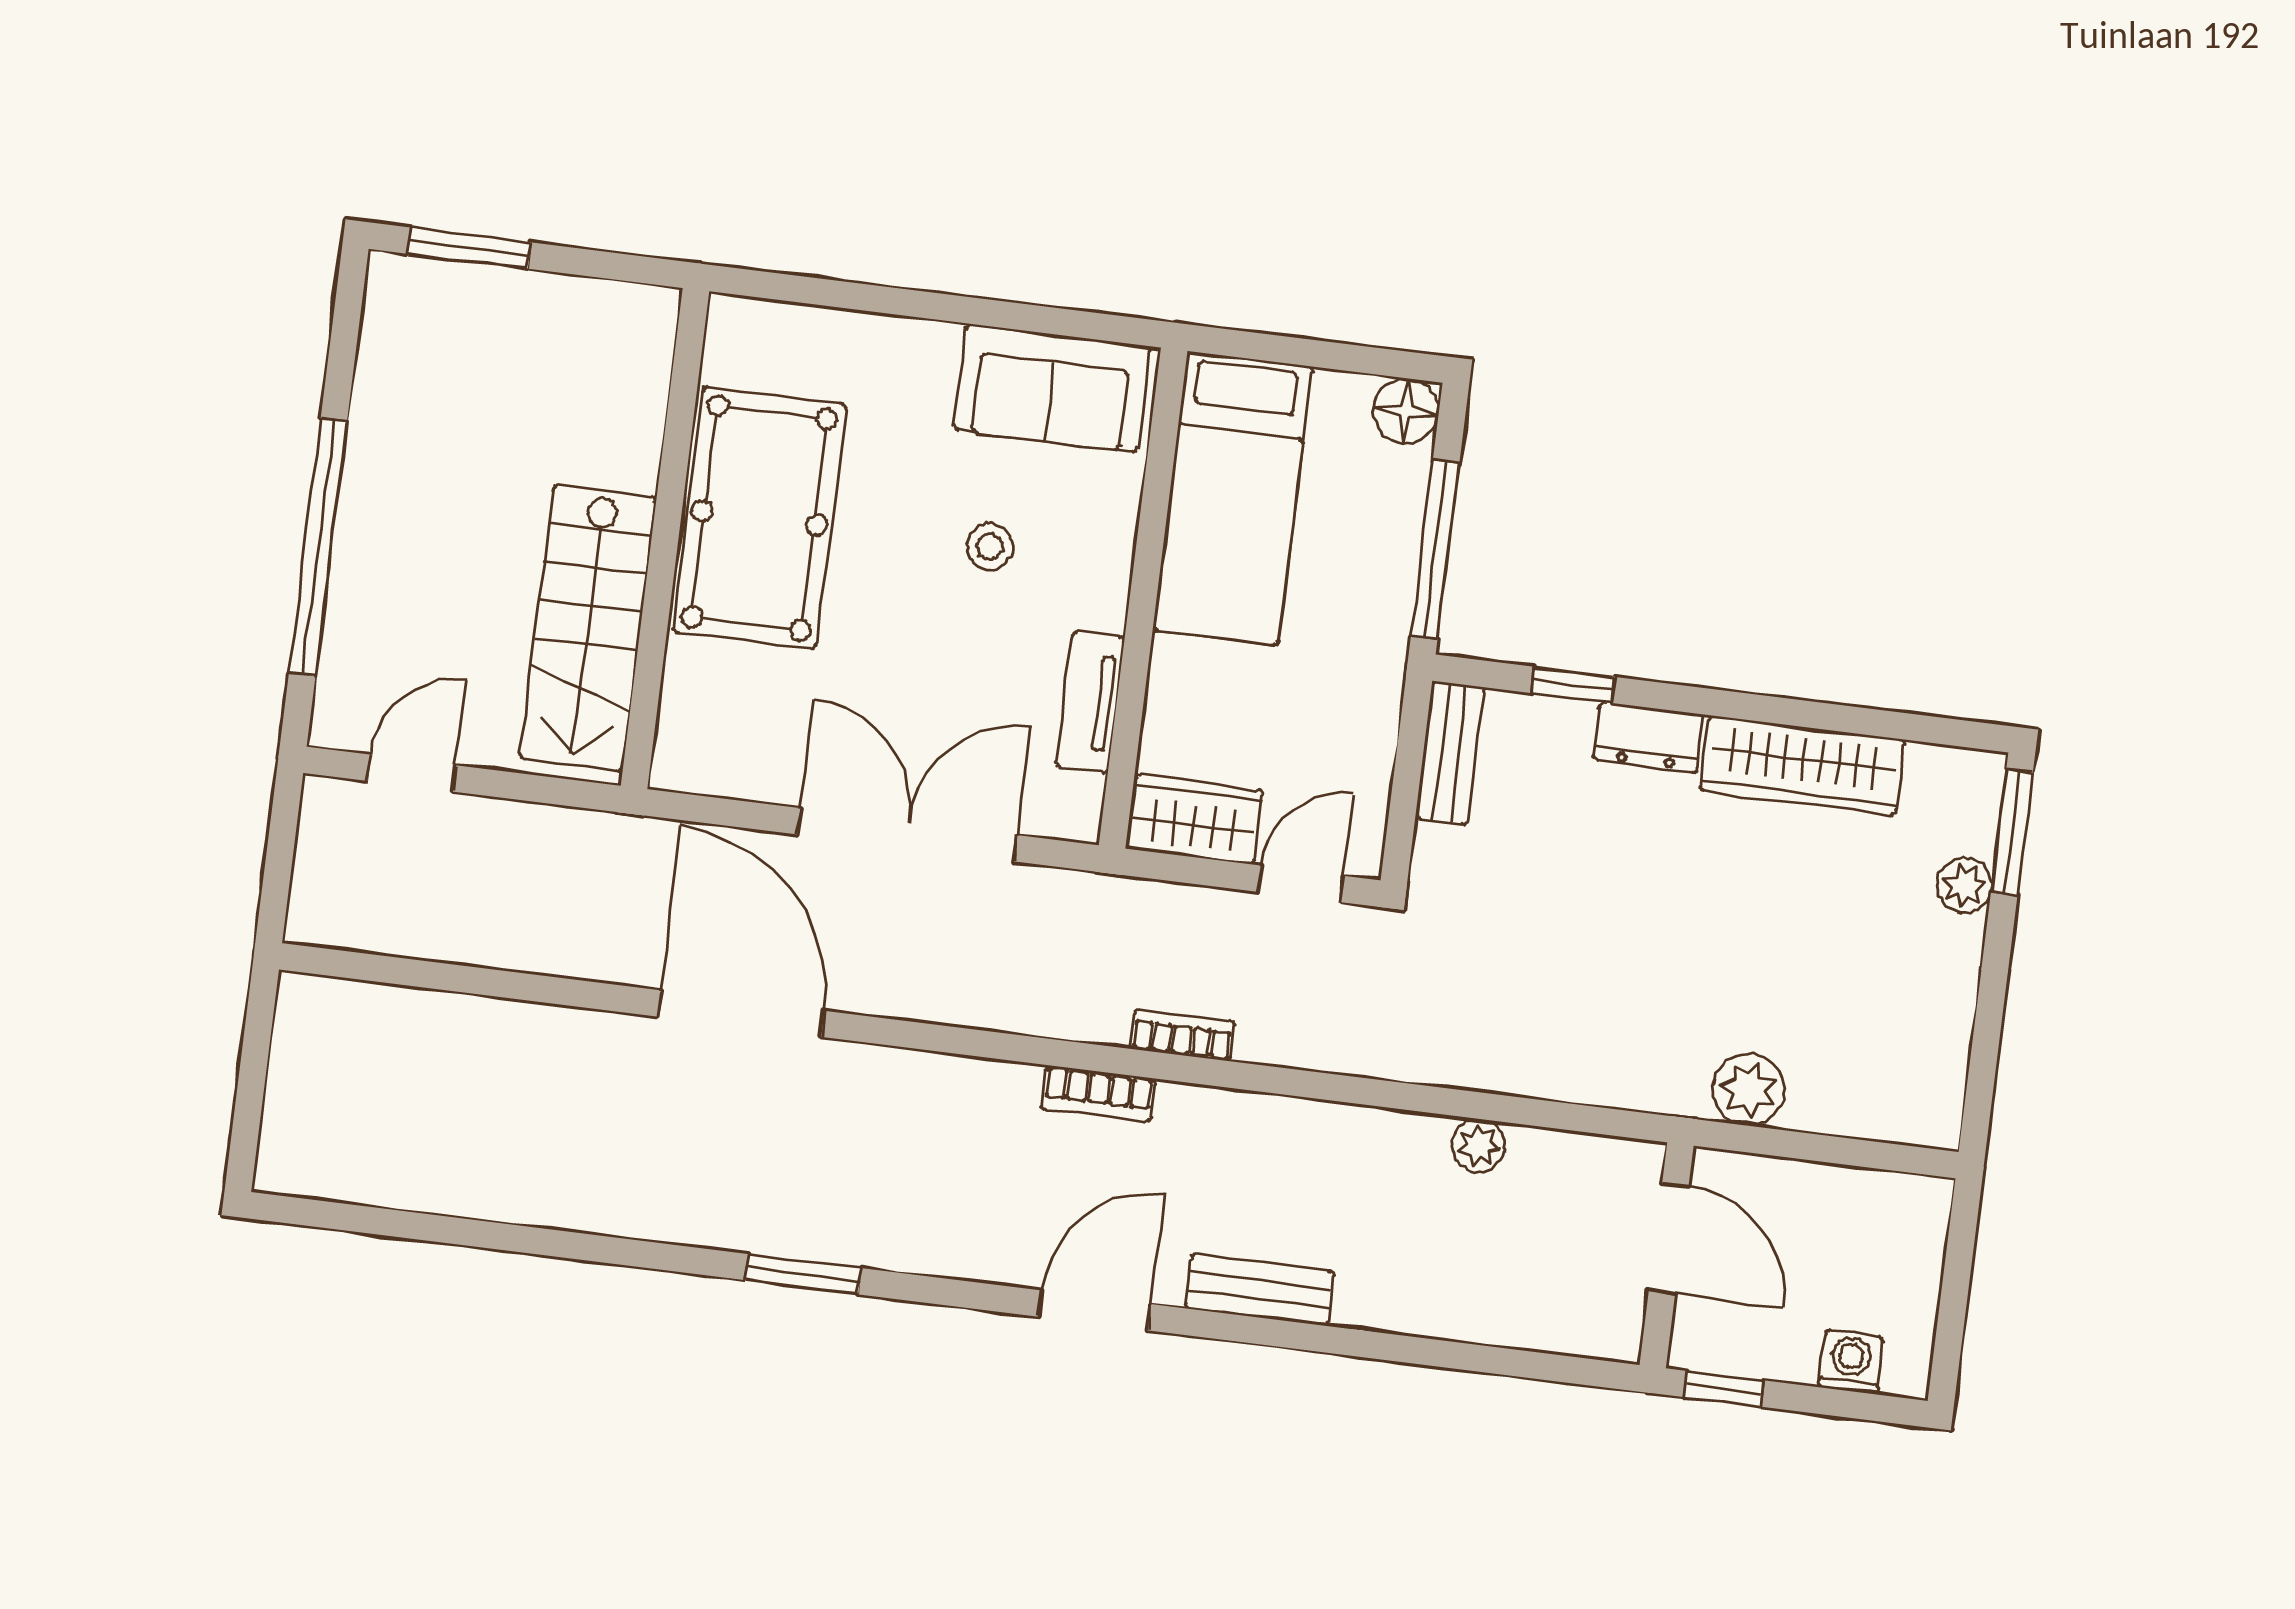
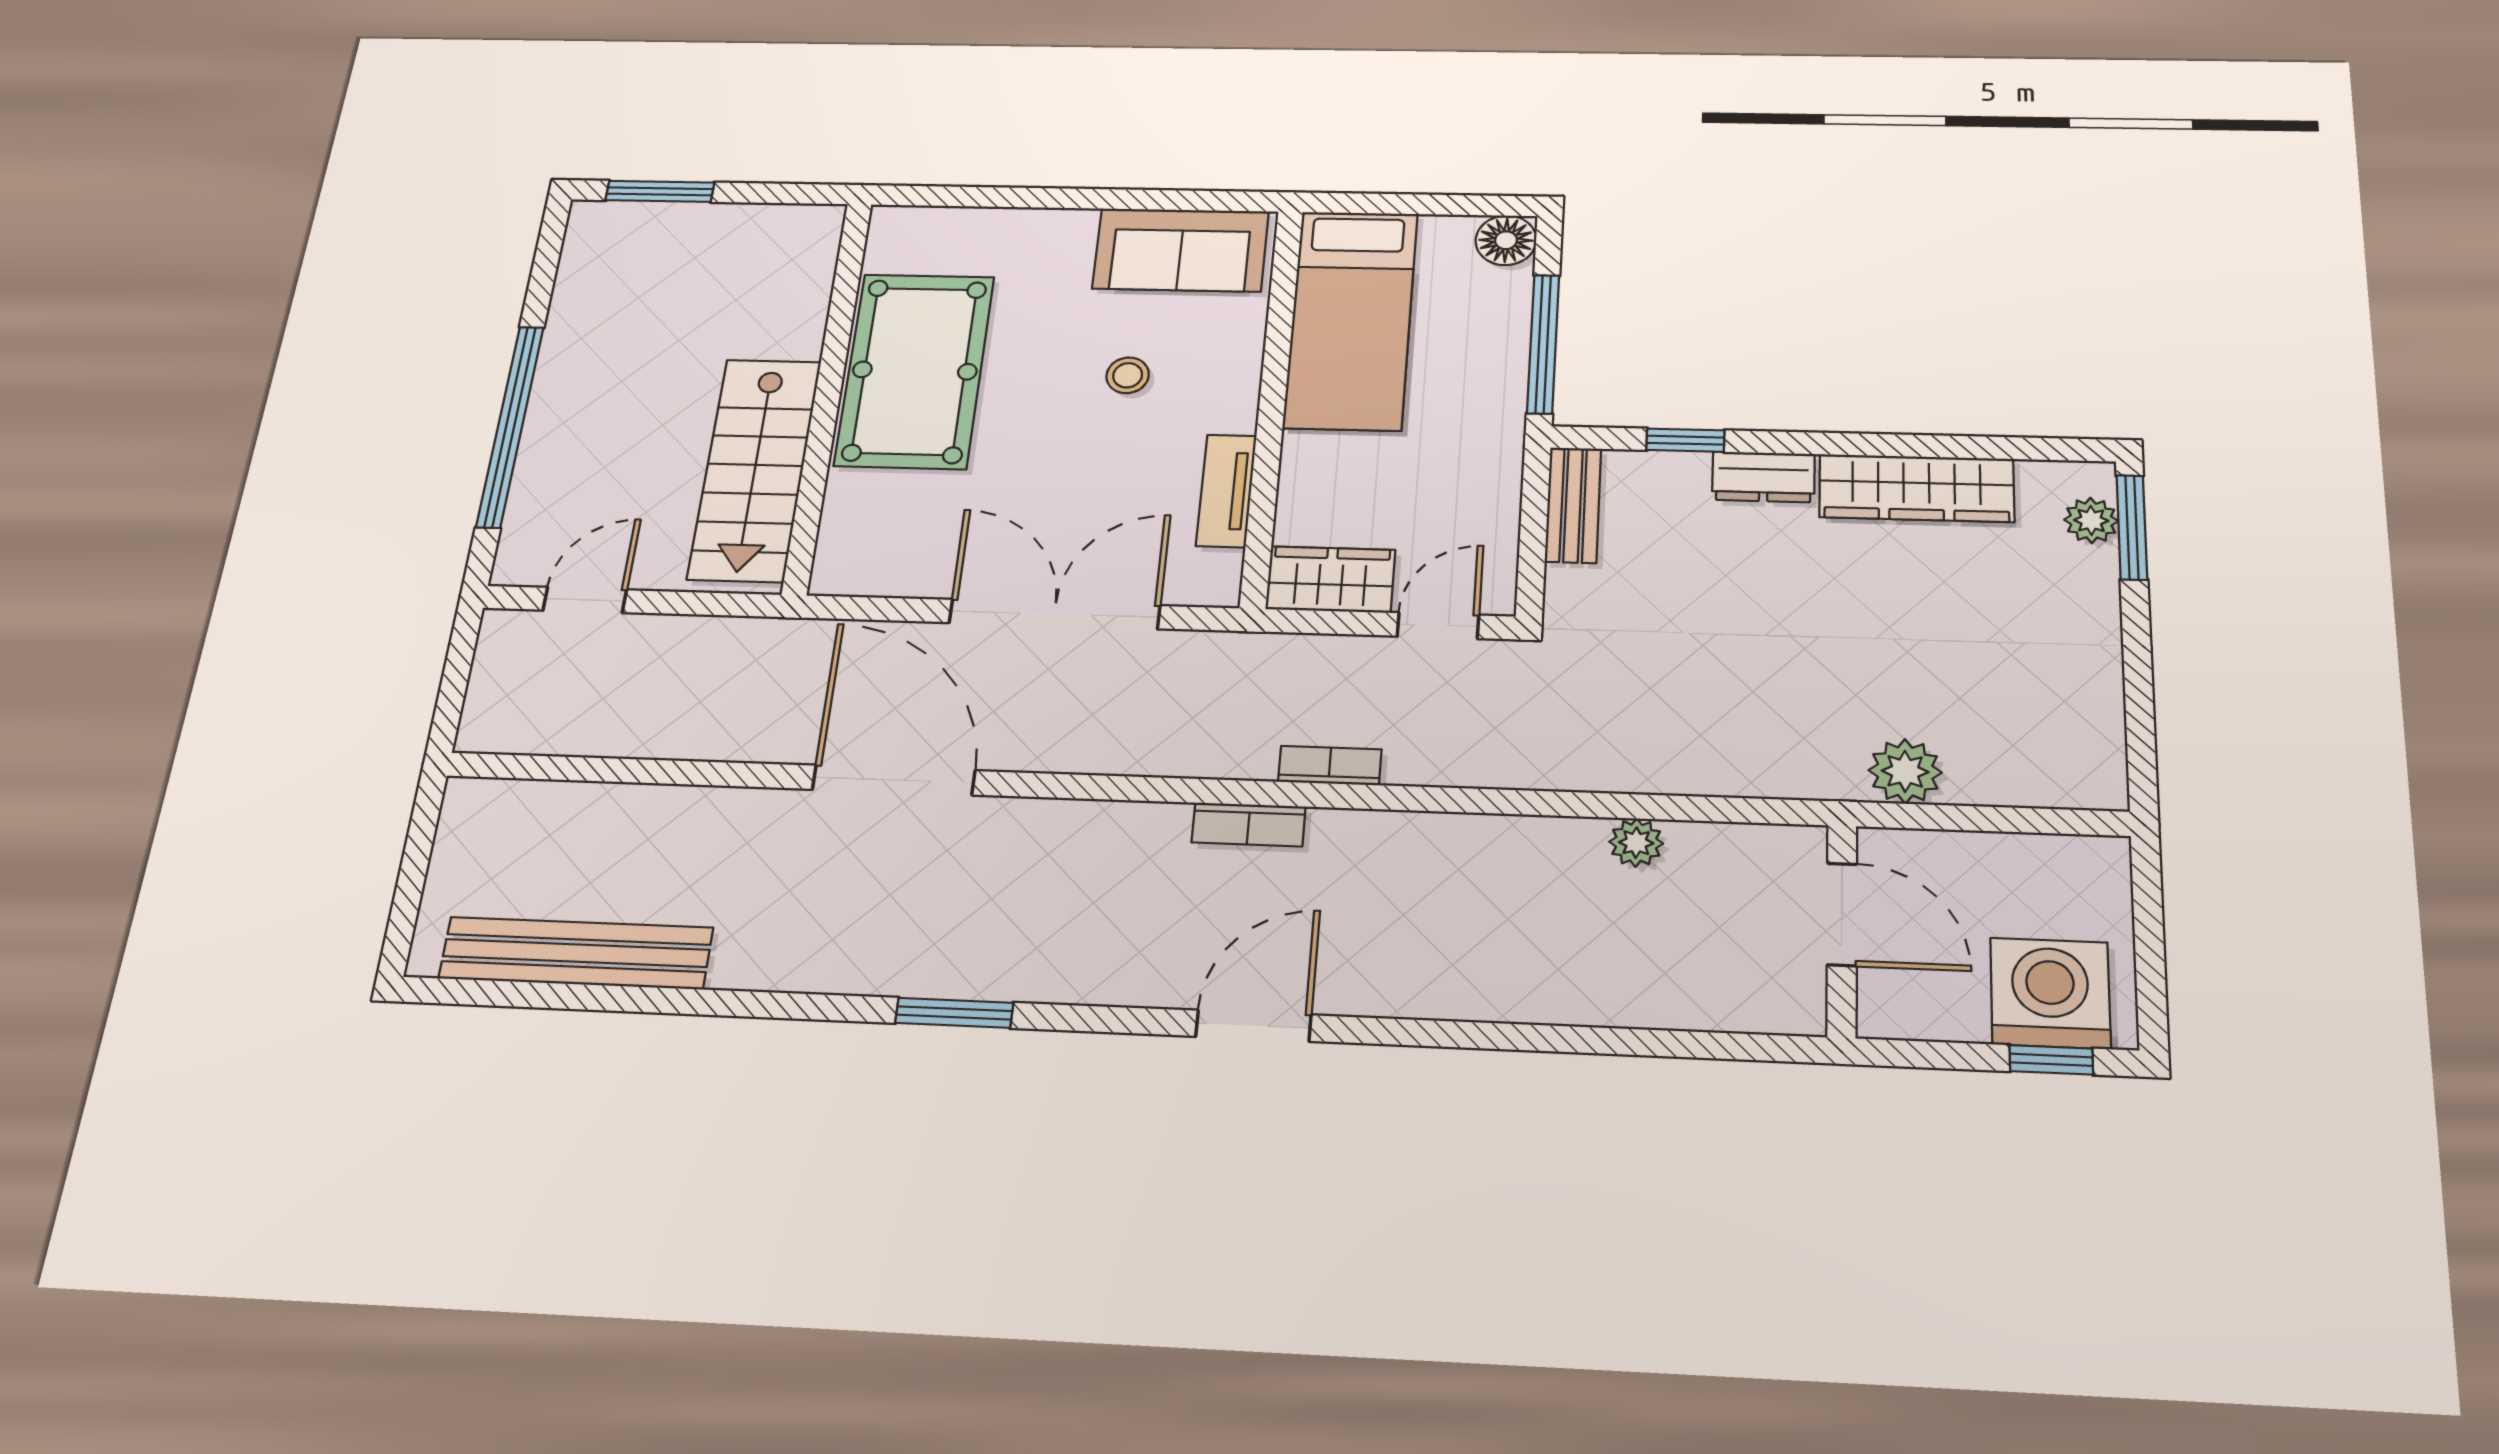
plant: (1964, 886) -> (2091, 520), moved
bench: (1260, 1290) -> (576, 953), moved, width x1.86, depth x1.21
washing machine: (1851, 1362) -> (2050, 993), width x1.89, depth x1.89
window: (1724, 1389) -> (2051, 1060), moved

